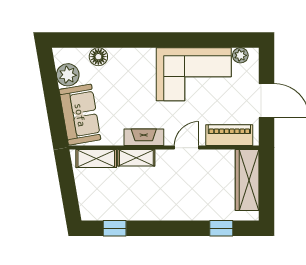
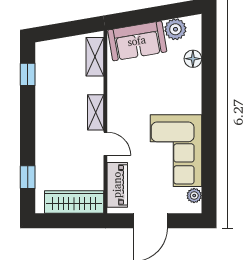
fireplace: (144, 137) -> (115, 102), removed
shelving: (136, 158) -> (96, 112), moved

